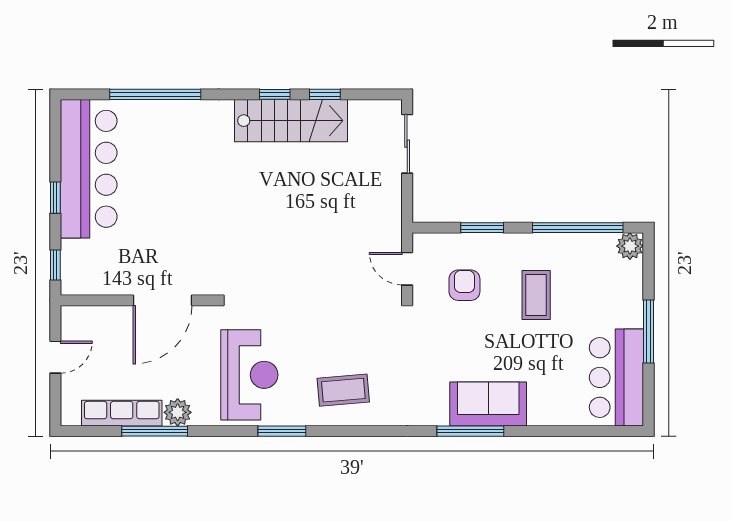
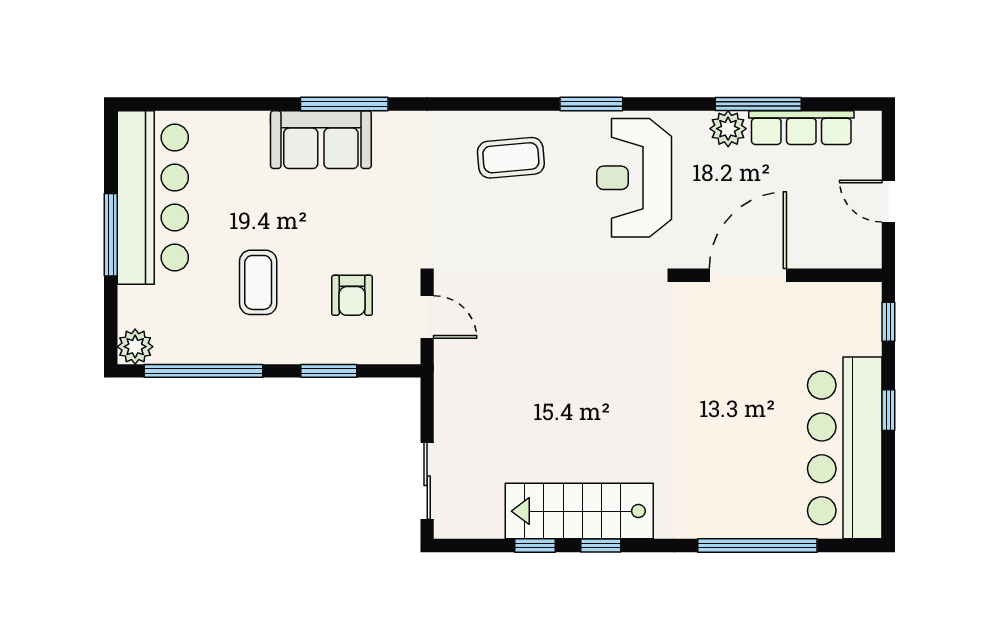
door: (55, 357) -> (888, 201), hinge flipped
bar counter: (616, 377) -> (153, 198), width x1.36

